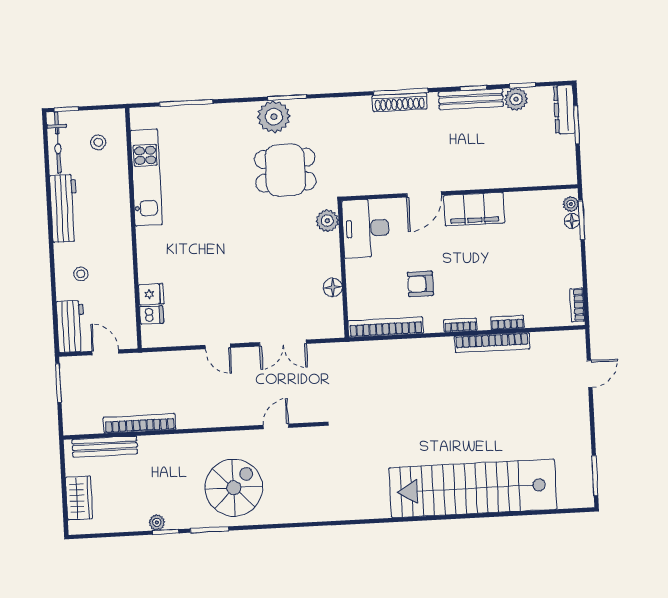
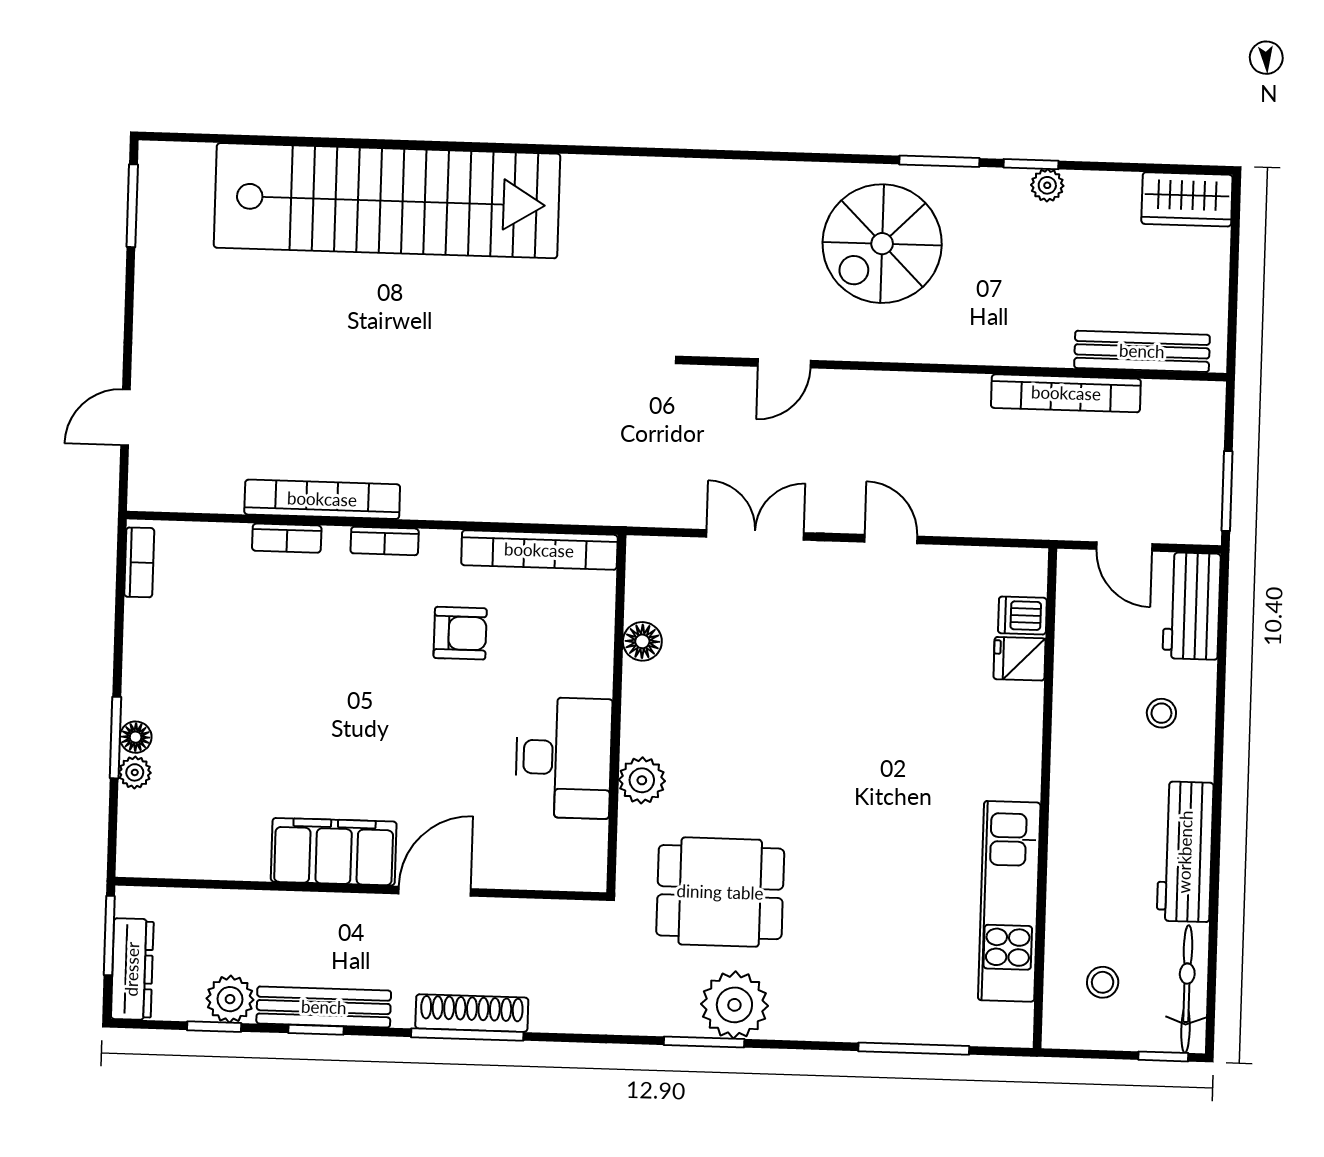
wall: (460, 192) -> (361, 889), moved
door: (424, 194) -> (435, 891), moved
filing cabinet: (474, 209) -> (334, 852), moved
wardrobe: (79, 498) -> (1187, 199), moved, turned -90

